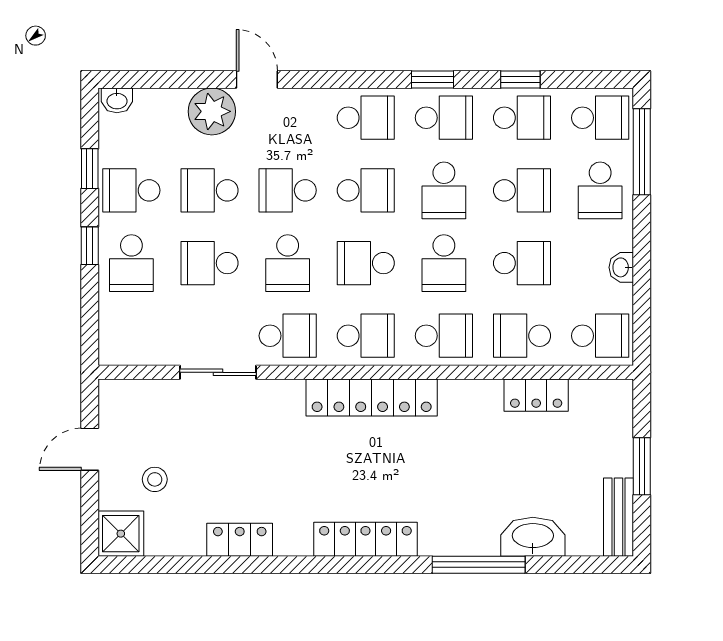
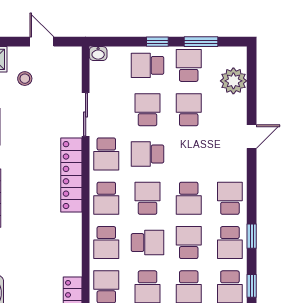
washbasin: (117, 100) -> (98, 54), moved, turned -90
plant: (212, 111) -> (233, 81), moved
school desk: (366, 118) -> (230, 198), turned 180
window: (90, 169) -> (201, 42), width x1.50
school desk: (288, 190) -> (189, 154), removed
school desk: (444, 190) -> (189, 243), turned 90
school desk: (444, 263) -> (147, 243), turned 180
locker: (372, 398) -> (71, 175), moved

